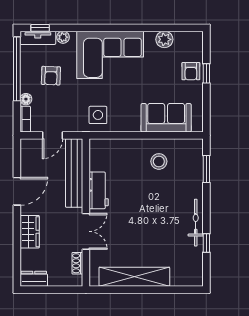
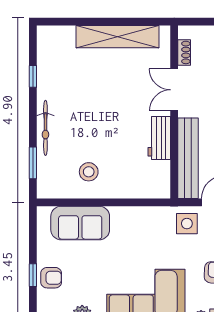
armchair: (191, 71) -> (51, 278), turned 90
side table: (98, 115) -> (187, 224), moved
bicycle: (196, 223) -> (45, 128), moved

